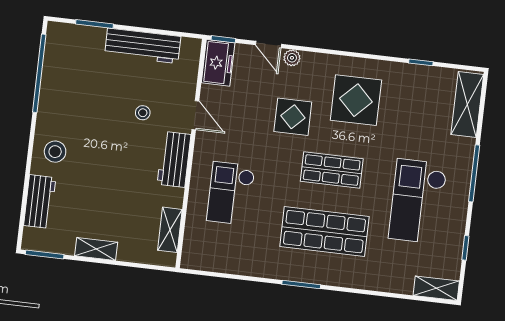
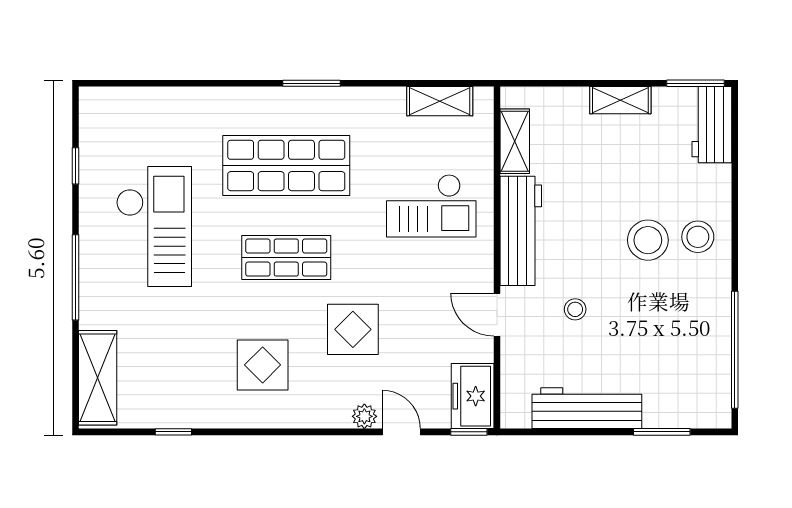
display table: (356, 100) -> (263, 365), width x0.73, depth x0.73
stool: (89, 153) -> (648, 240), added
workbench: (174, 159) -> (521, 231), width x1.37
checkout: (231, 193) -> (431, 206), turned 90
workbench: (40, 202) -> (712, 125), moved
shelving: (436, 288) -> (440, 101), moved

